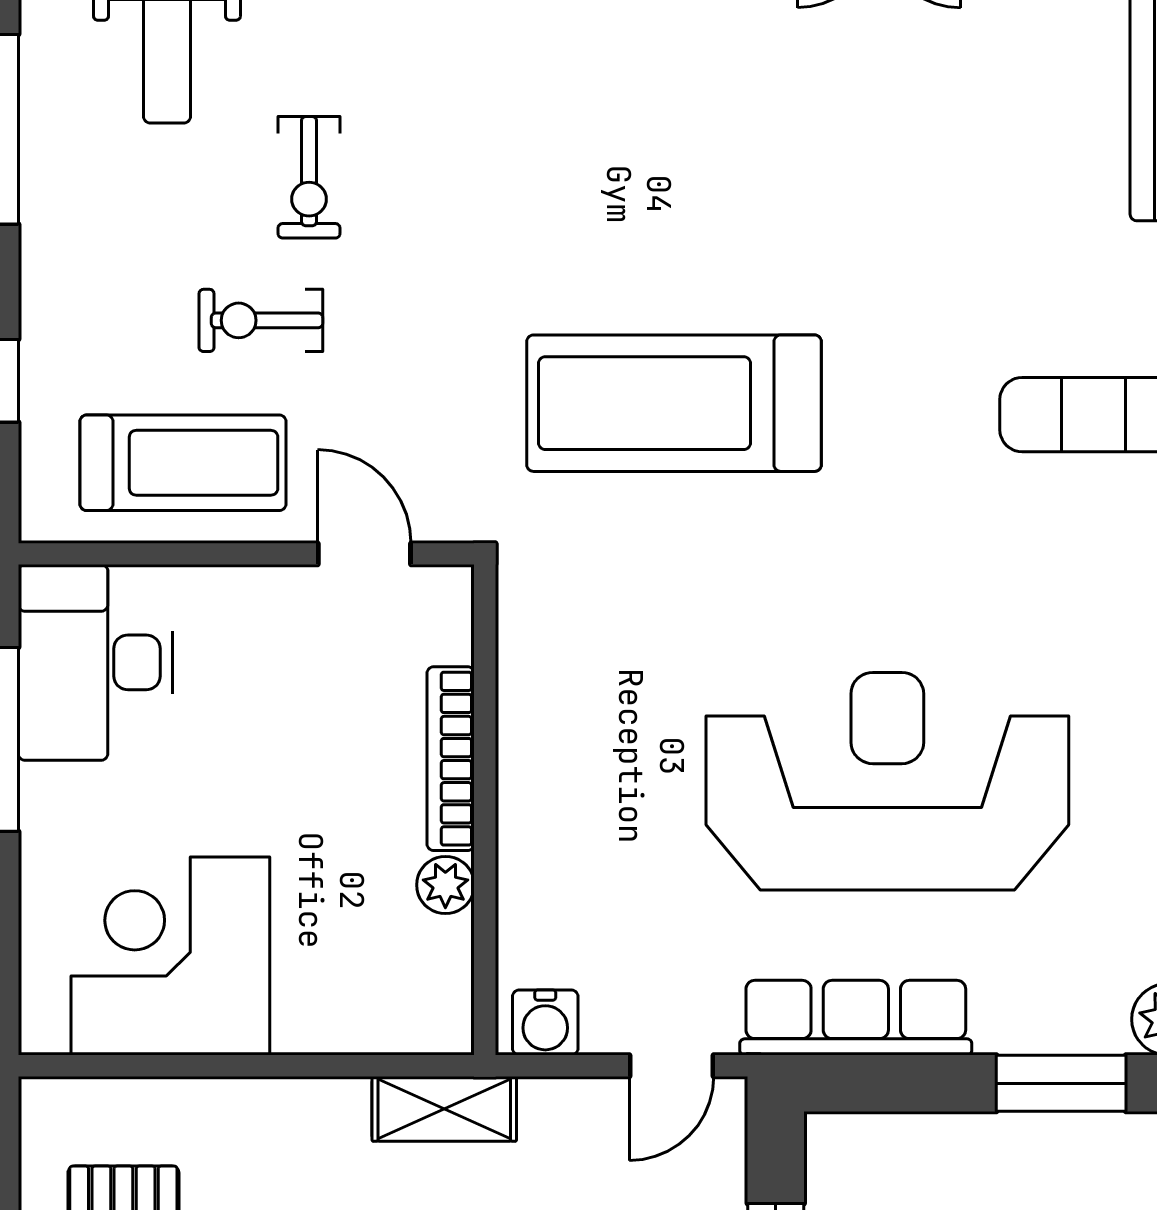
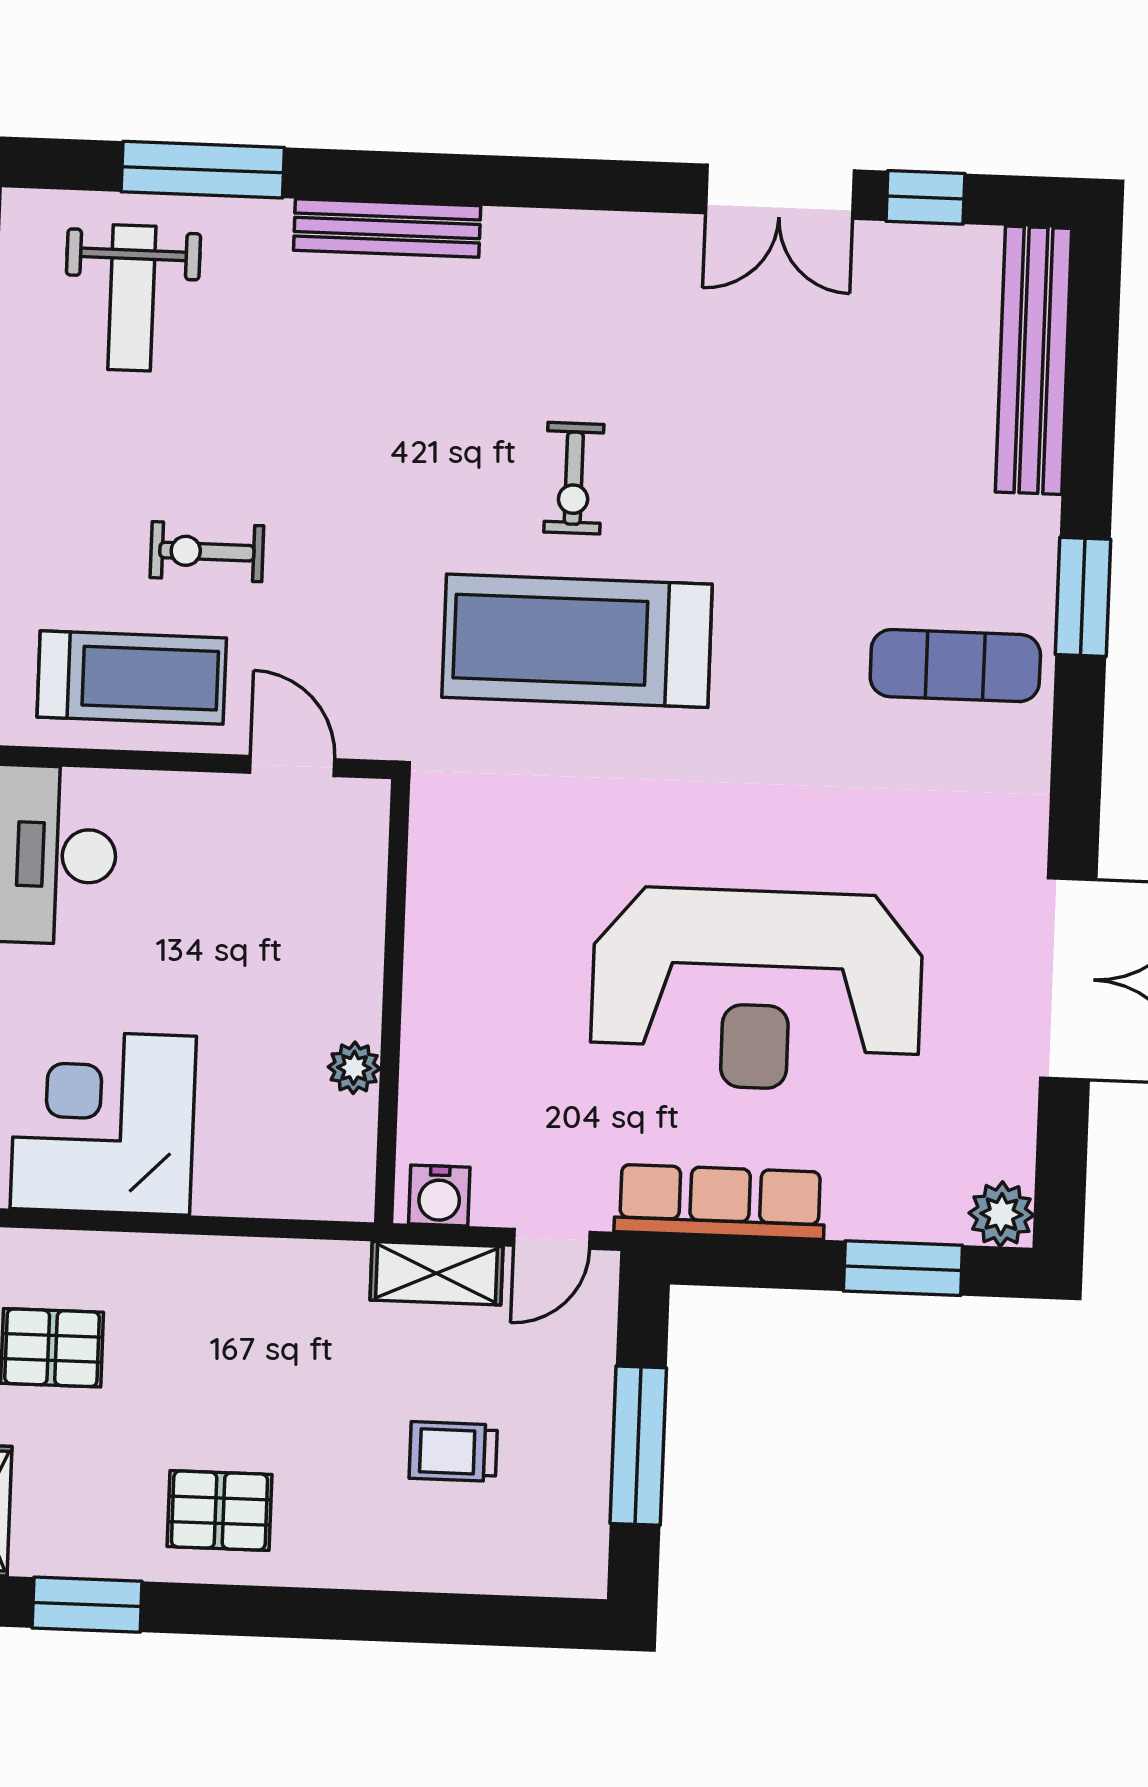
exercise bike: (309, 177) -> (574, 478), moved
bookcase: (451, 759) -> (363, 954), removed
reception desk: (887, 781) -> (757, 989), turned 180
shelving: (444, 1109) -> (437, 1273), moved

